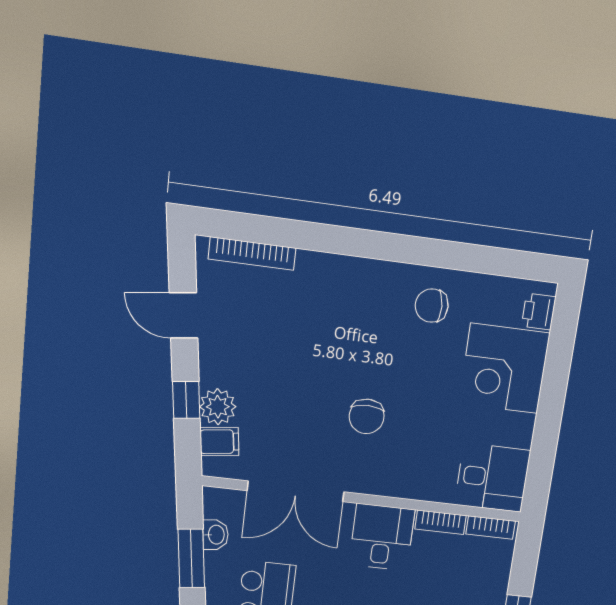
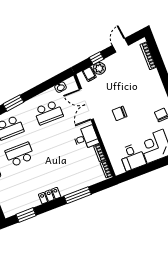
desk: (492, 478) -> (132, 157), moved
window: (191, 558) -> (49, 84), removed

